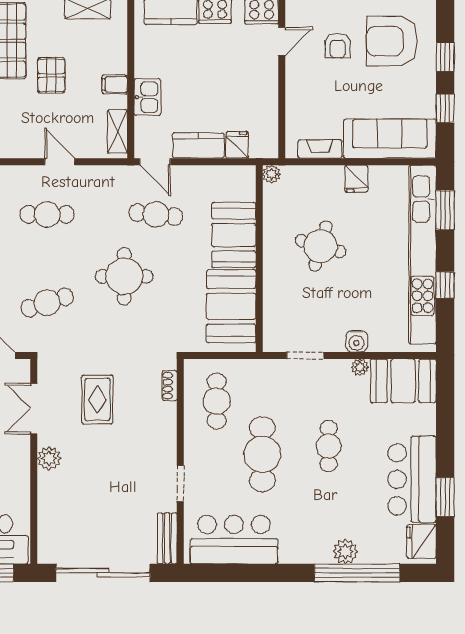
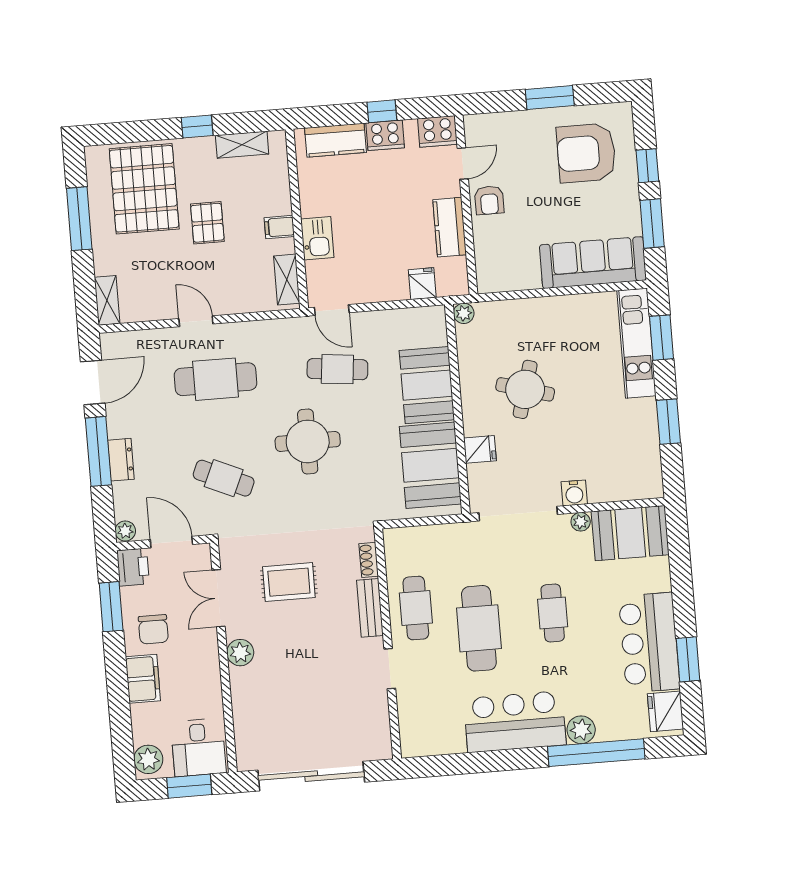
armchair: (338, 46) -> (489, 200), moved
window: (445, 108) -> (652, 224), width x1.50
kitchen counter: (198, 145) -> (450, 227), moved, turned -90
fireplace: (320, 149) -> (516, 281), removed
door: (60, 162) -> (196, 321), moved
fridge: (356, 179) -> (480, 449), moved, turned -90
cafe table: (47, 214) -> (215, 379), width x1.37, depth x1.35
kitchen unit: (422, 255) -> (636, 343), width x0.54
window: (445, 285) -> (668, 422), width x1.50
cafe table: (47, 303) -> (224, 478), turned 42
doorway: (305, 355) -> (518, 514), width x1.88
rug: (97, 399) -> (289, 582), turned 90
cafe table: (217, 401) -> (416, 608), moved
bench: (167, 538) -> (370, 608), moved
bar counter: (234, 540) -> (515, 722), moved

